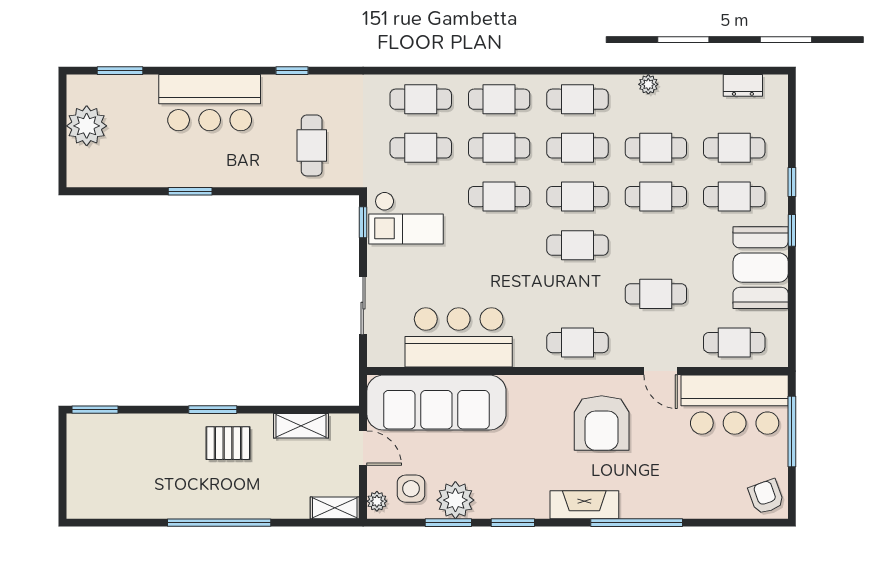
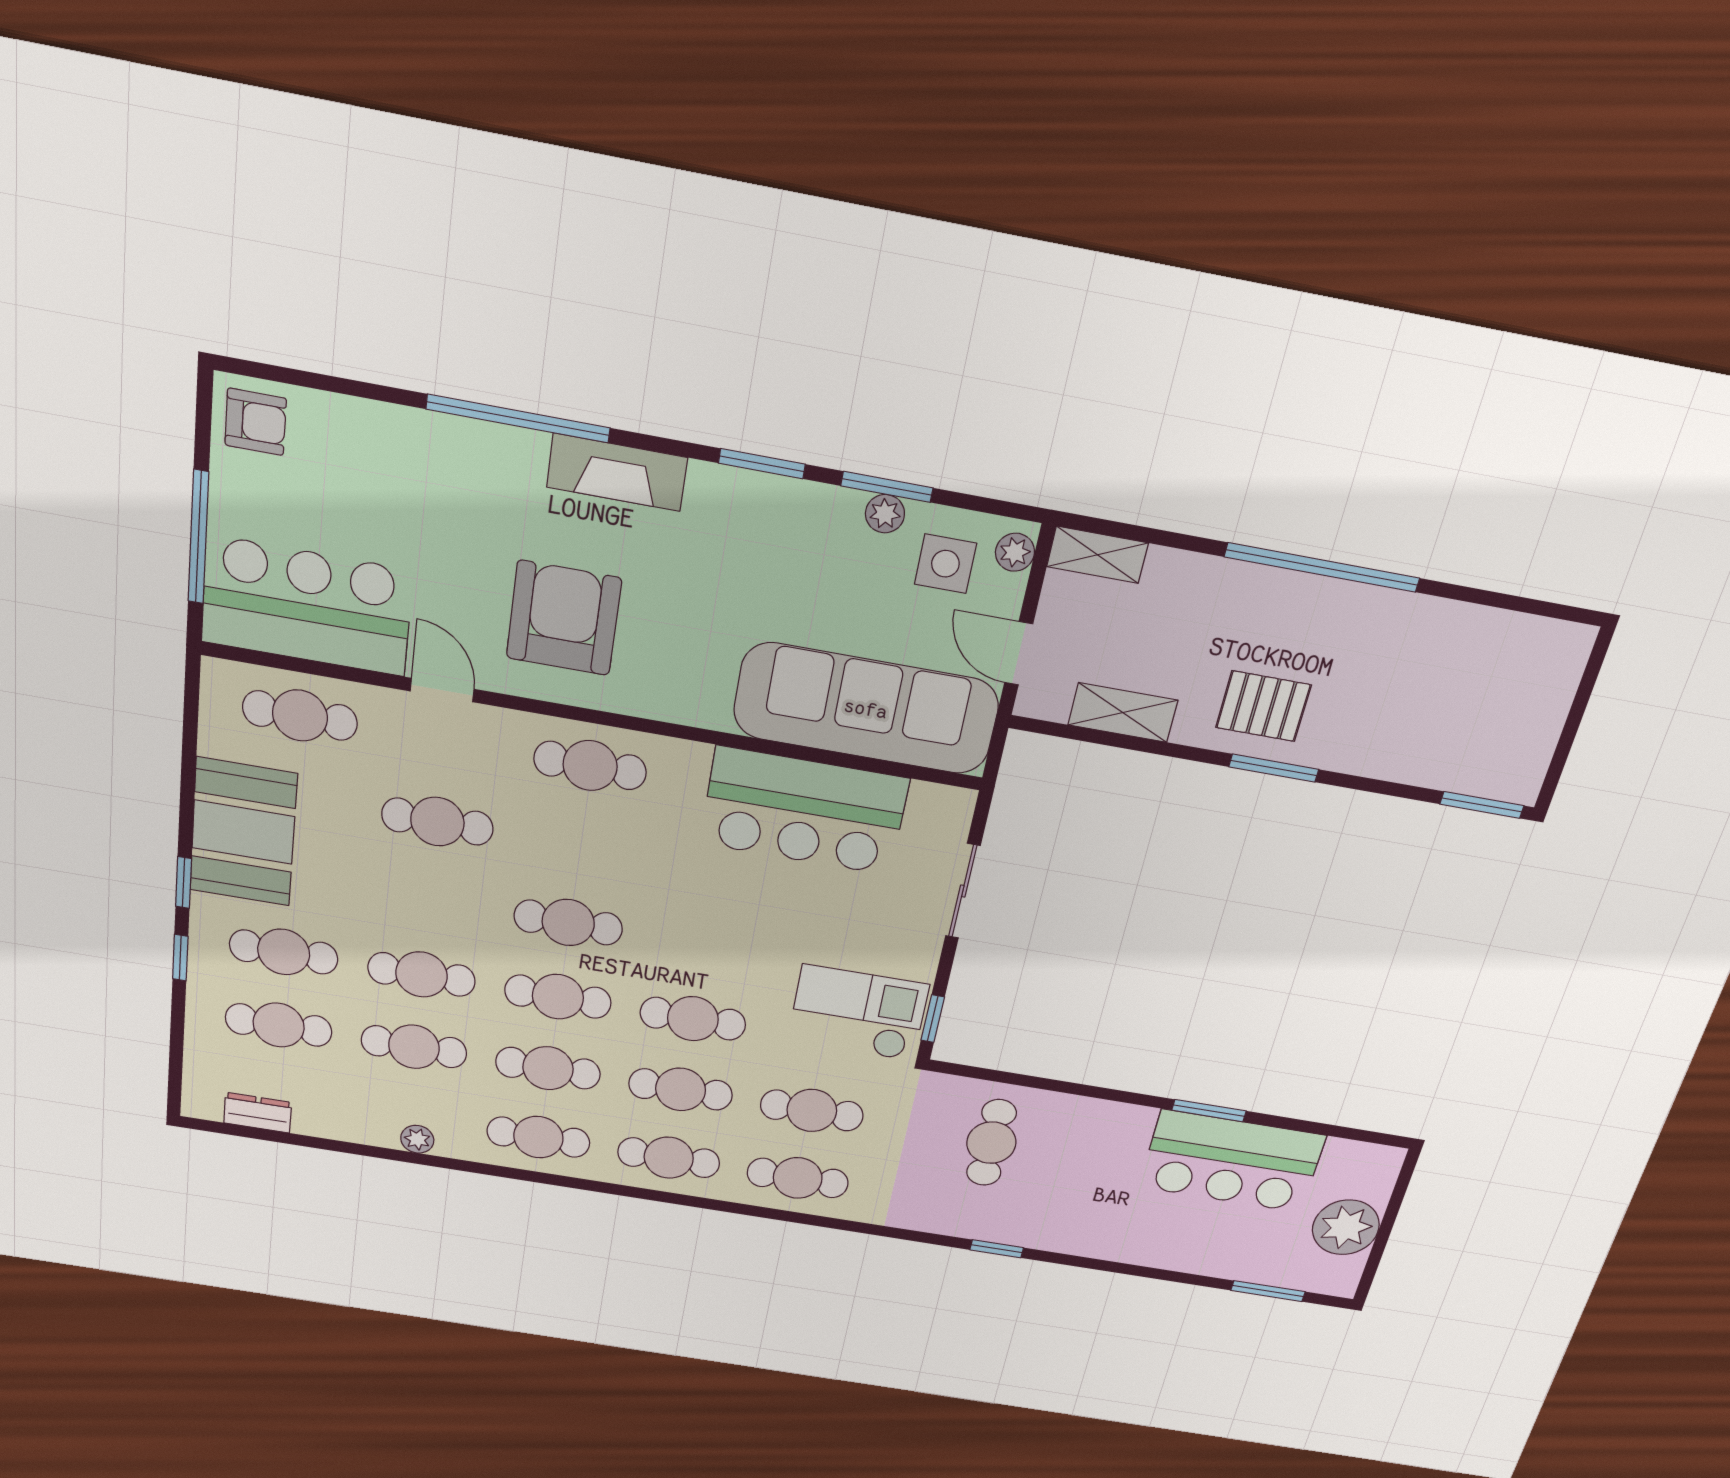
bar counter: (210, 103) -> (1232, 1161), moved, turned 180
armchair: (766, 497) -> (256, 422), turned -70
plant: (455, 500) -> (885, 514), width x0.53, depth x0.53

